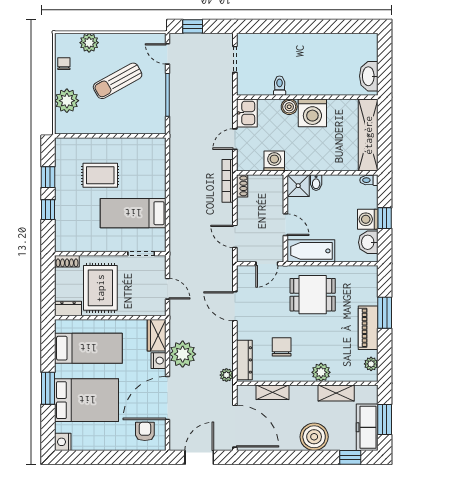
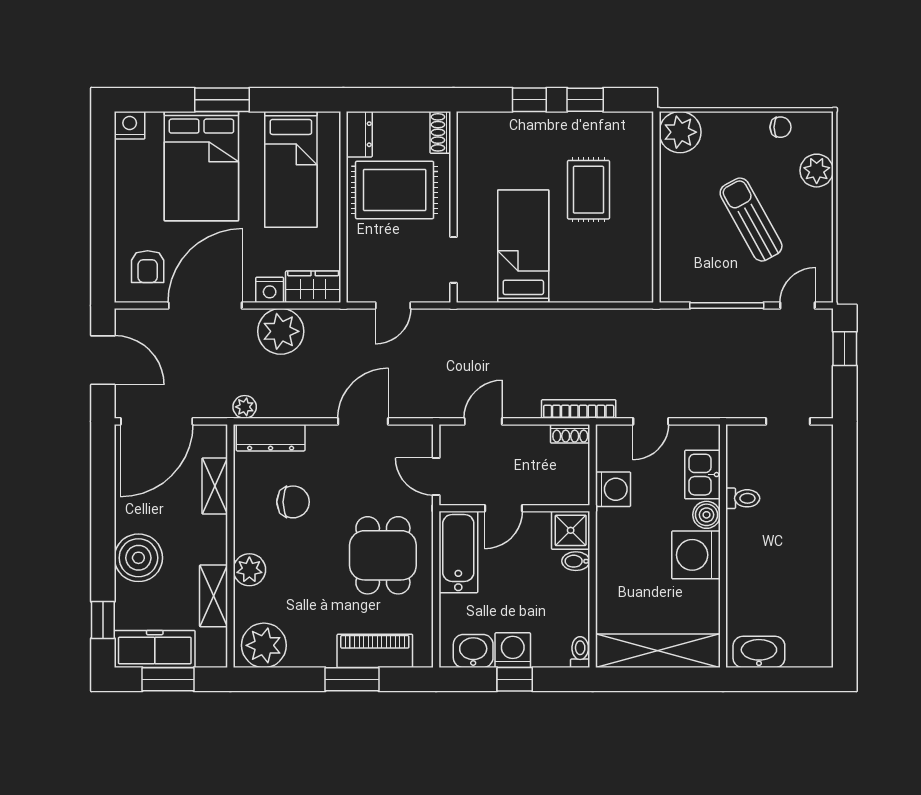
plant: (67, 101) -> (680, 132), moved
kitchen sink: (247, 113) -> (702, 475), moved, turned 90
door: (235, 139) -> (651, 421), swing flipped
piano: (368, 328) -> (375, 651), moved
plant: (371, 364) -> (264, 645), width x1.88, depth x1.88
door: (168, 398) -> (205, 305), hinge flipped
armchair: (145, 431) -> (148, 267), turned 90

